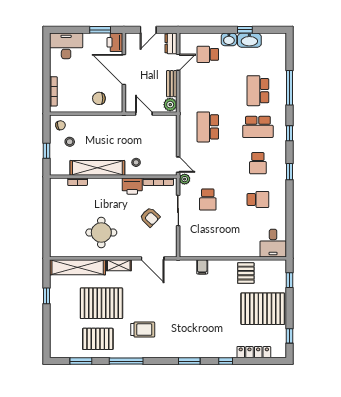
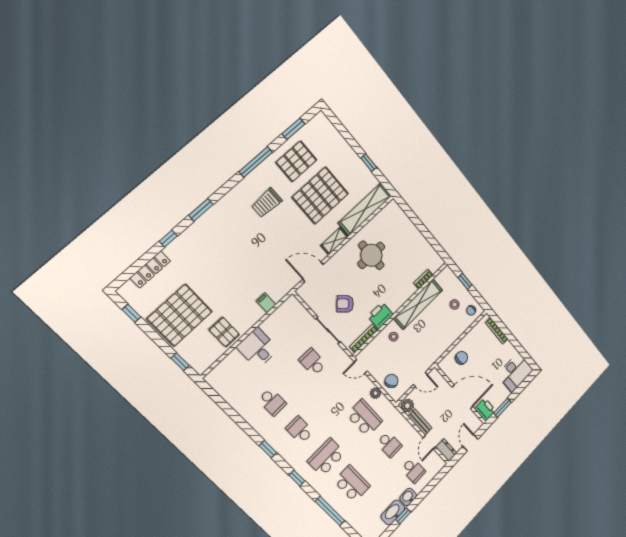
school desk: (208, 54) -> (413, 470), turned 90
school desk: (208, 91) -> (389, 444), added
chair: (166, 133) -> (391, 381), added
plant: (185, 179) -> (376, 393), moved
school desk: (258, 199) -> (272, 402), turned -90
desk: (273, 243) -> (258, 348), moved

